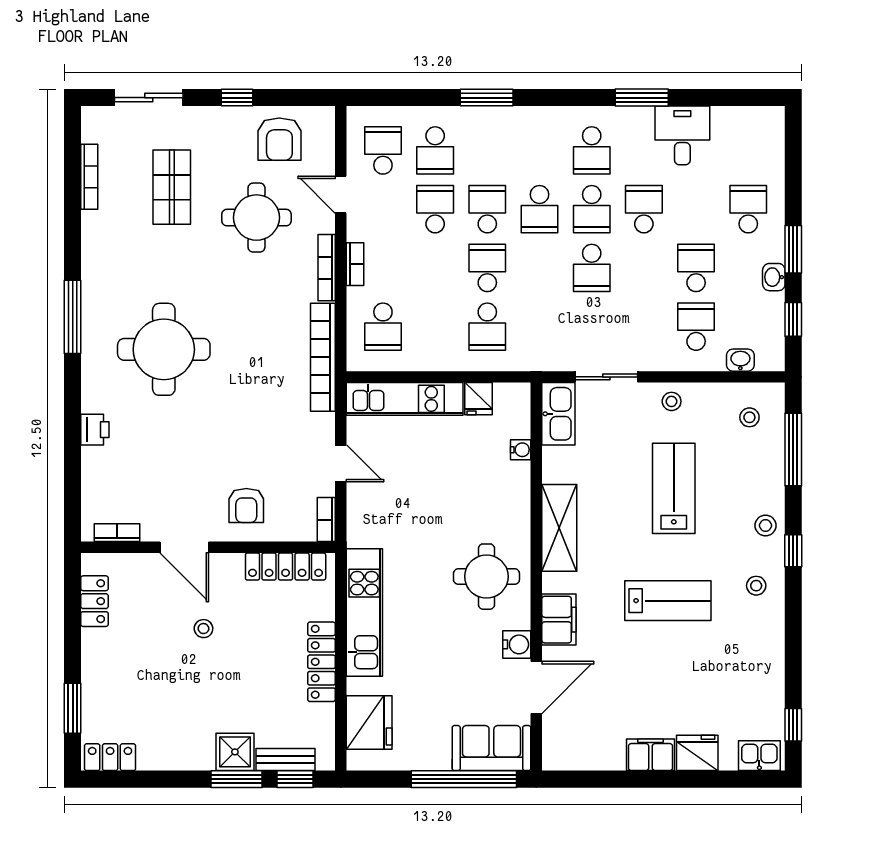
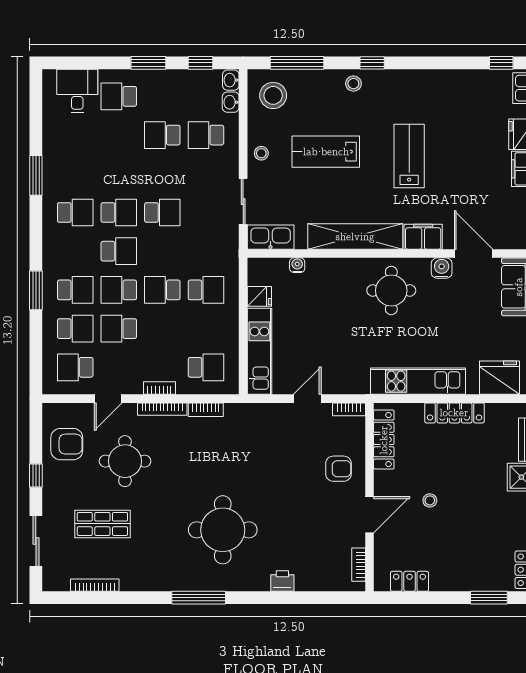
desk: (682, 135) -> (77, 91), moved, turned 90
school desk: (644, 209) -> (75, 290), moved, turned 180
washbasin: (774, 277) -> (231, 80), moved, turned 90
bookcase: (323, 357) -> (206, 410), width x0.43, depth x0.76
stool: (749, 417) -> (273, 95), width x1.89, depth x1.89
shelving: (559, 528) -> (355, 237), width x1.47
stool: (756, 586) -> (398, 90), removed

